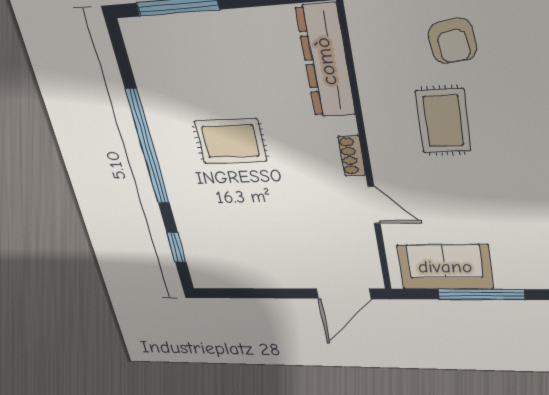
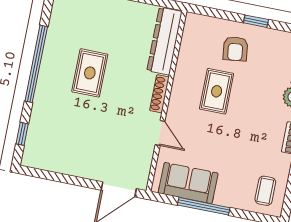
rug: (230, 141) -> (90, 73), turned 90
shoe rack: (352, 156) -> (159, 94), width x1.43

